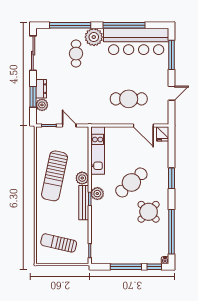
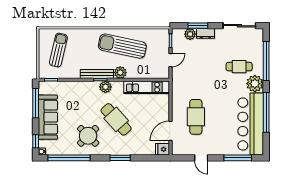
sofa: (129, 254) -> (48, 117), added
window: (126, 267) -> (36, 103), moved

